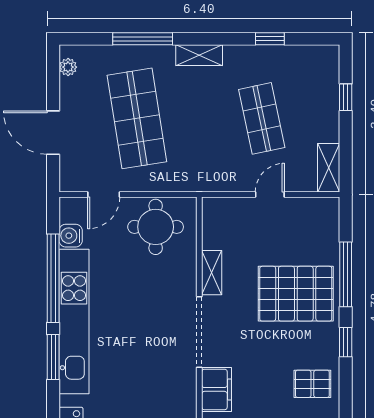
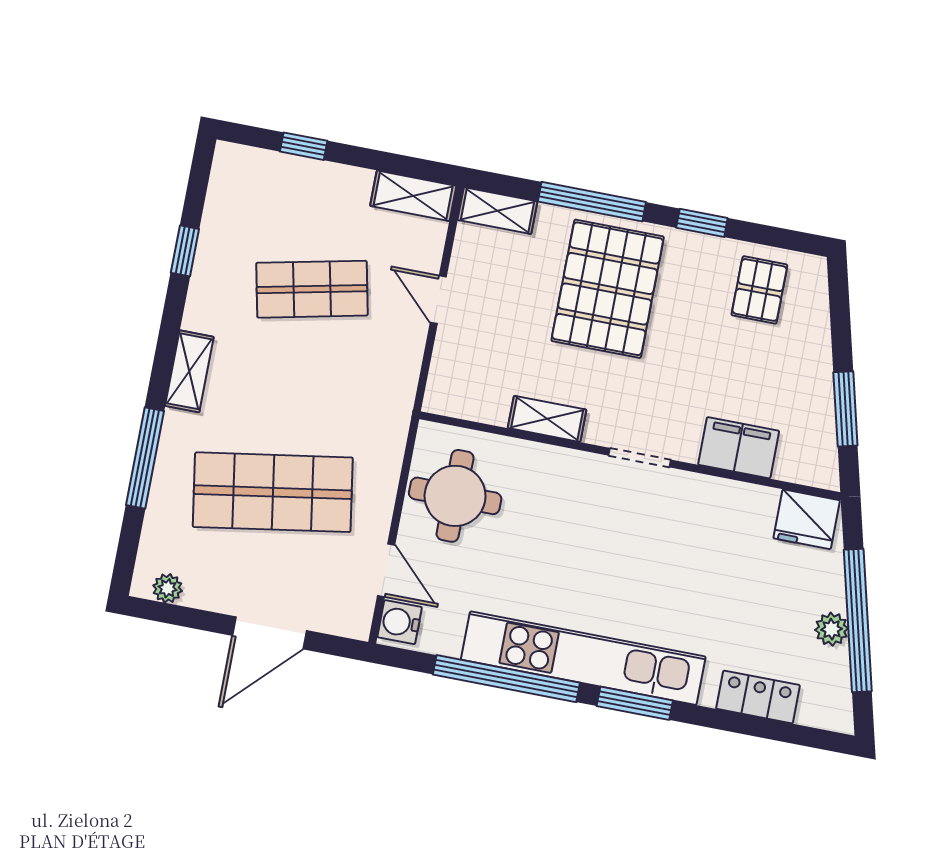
shelving: (329, 219) -> (497, 211), added
water cooler: (71, 236) -> (400, 622), moved, turned 90
doorway: (199, 332) -> (640, 458), width x0.53

